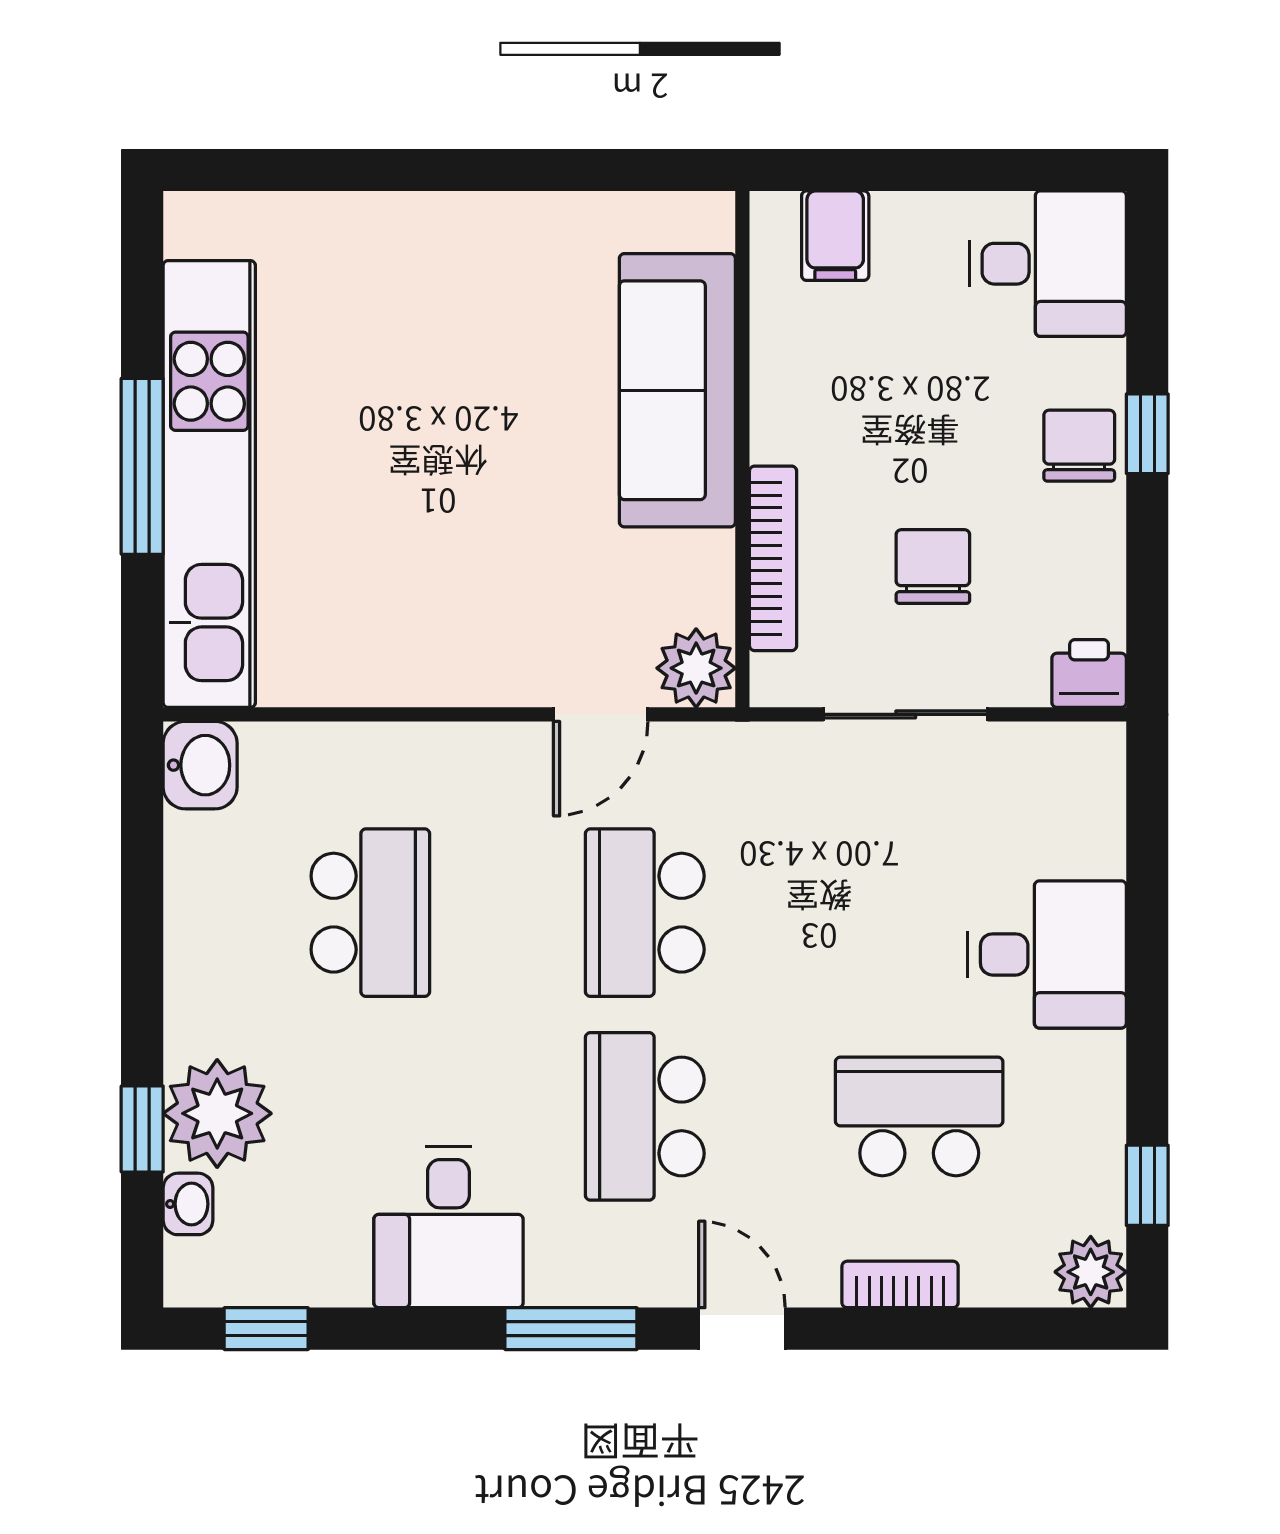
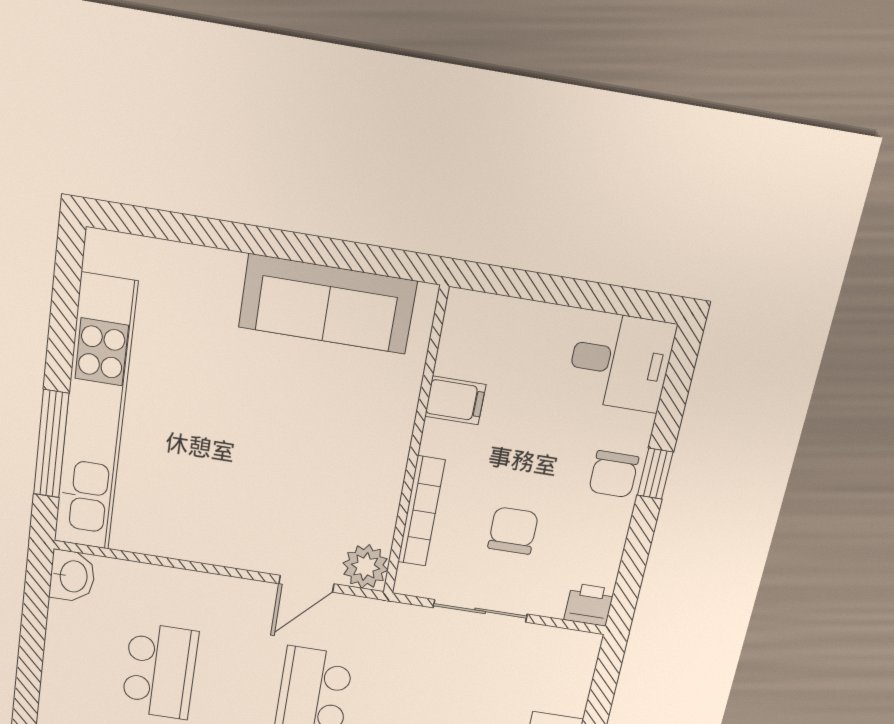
filing cabinet: (835, 236) -> (455, 400), moved, turned -90
sofa: (677, 390) -> (328, 304), moved, turned -90
chair: (1079, 446) -> (614, 474), turned 180
window: (142, 466) -> (51, 444), moved

